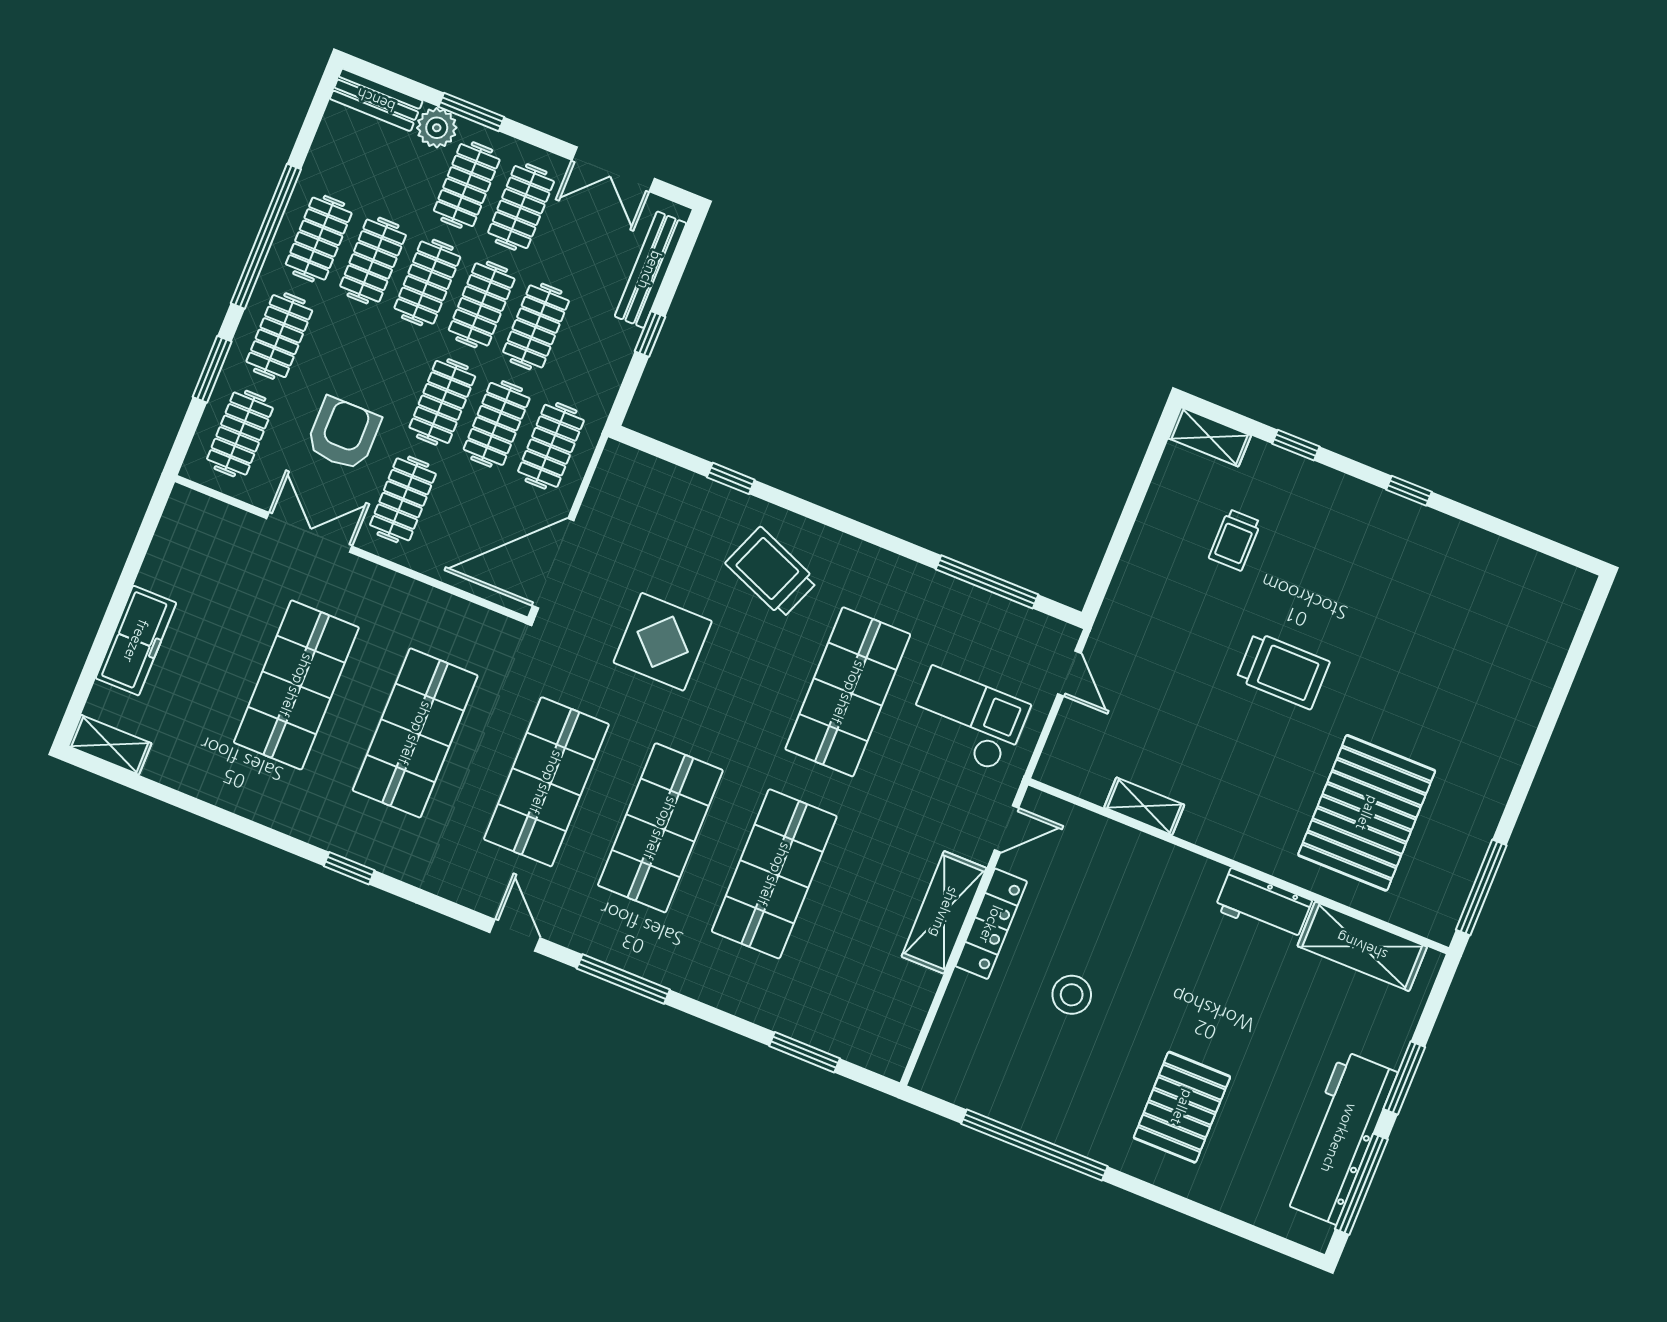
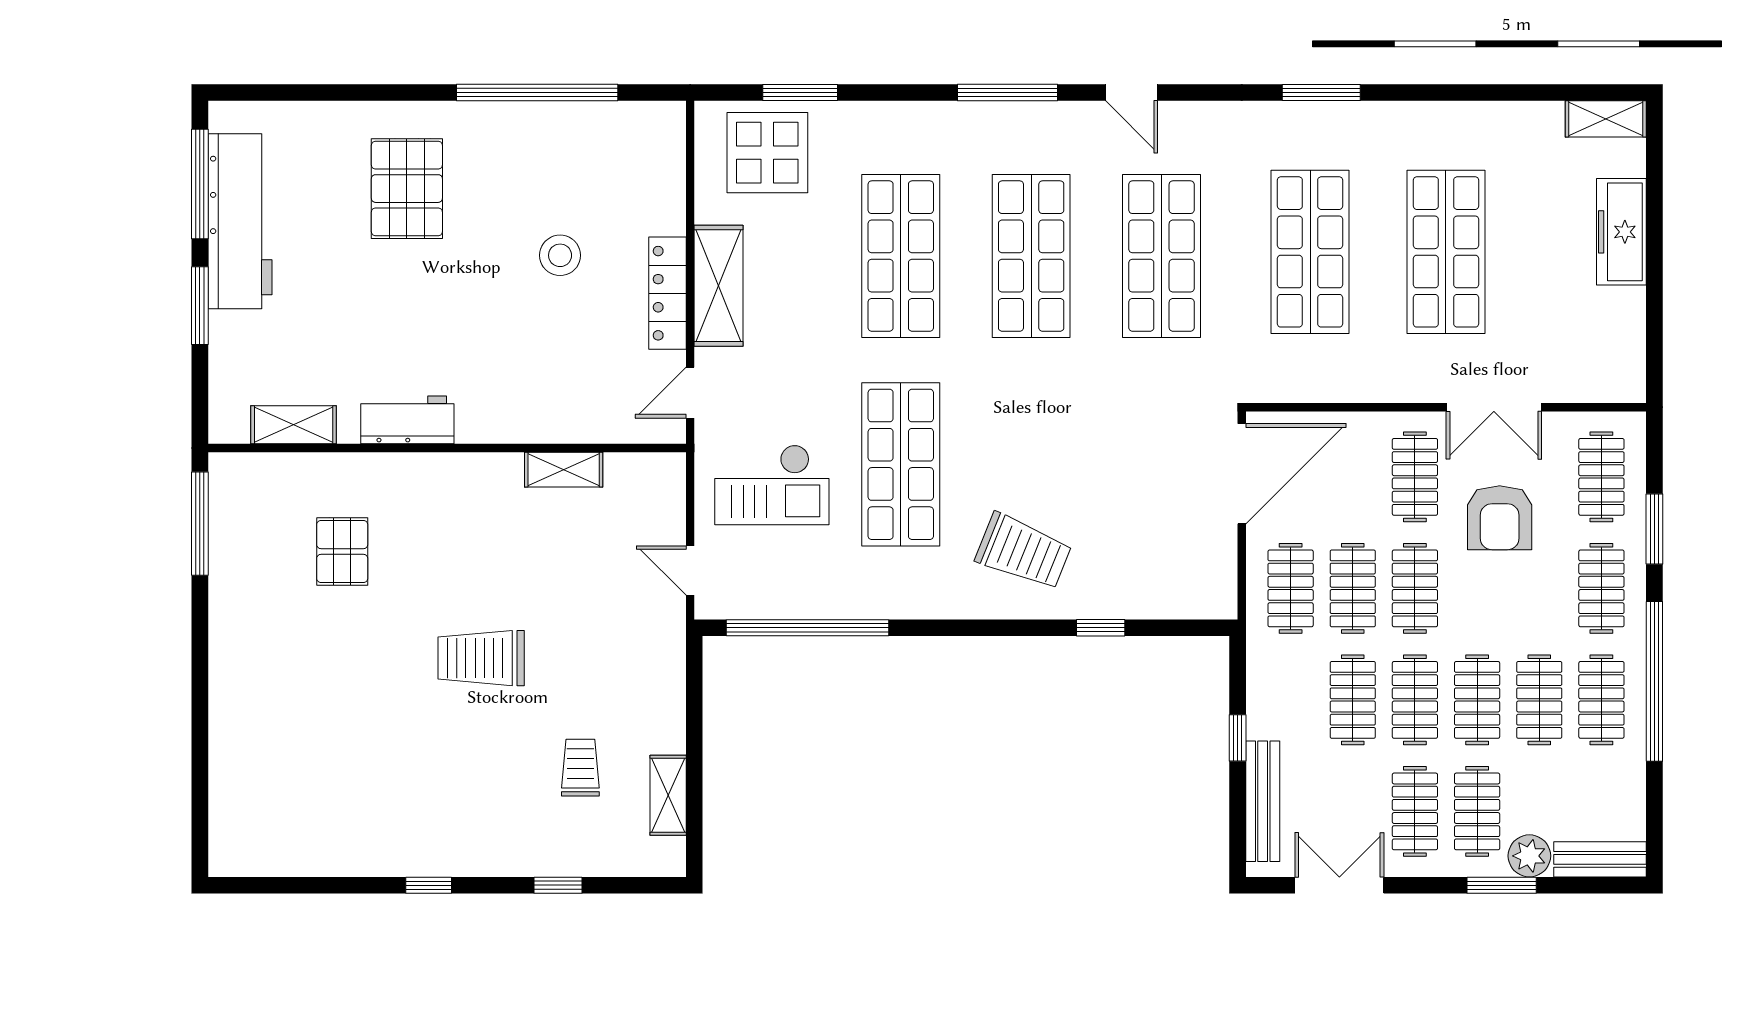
shelving: (1210, 437) -> (668, 795), moved, turned 90
window: (987, 582) -> (807, 628), width x1.46
display table: (663, 642) -> (767, 153), moved
pallet: (1367, 813) -> (342, 551), width x0.49, depth x0.50
window: (349, 868) -> (1321, 93), width x1.50
shelving: (1362, 946) -> (294, 425), width x0.67, depth x0.75

